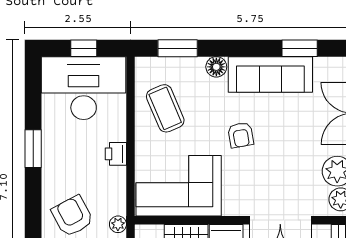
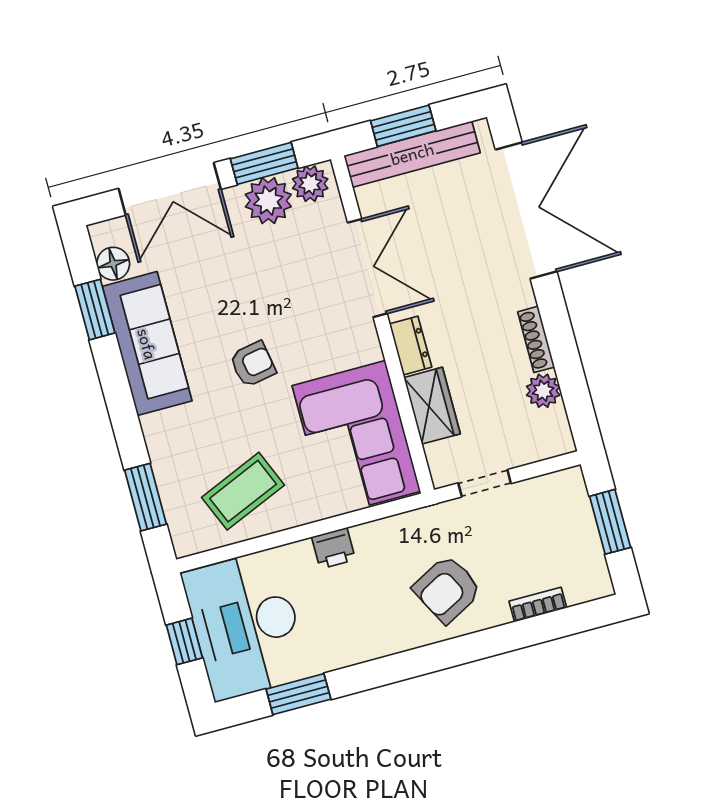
floor lamp: (216, 67) -> (113, 264), moved
window: (33, 149) -> (298, 694), moved
plant: (118, 224) -> (441, 516), removed

